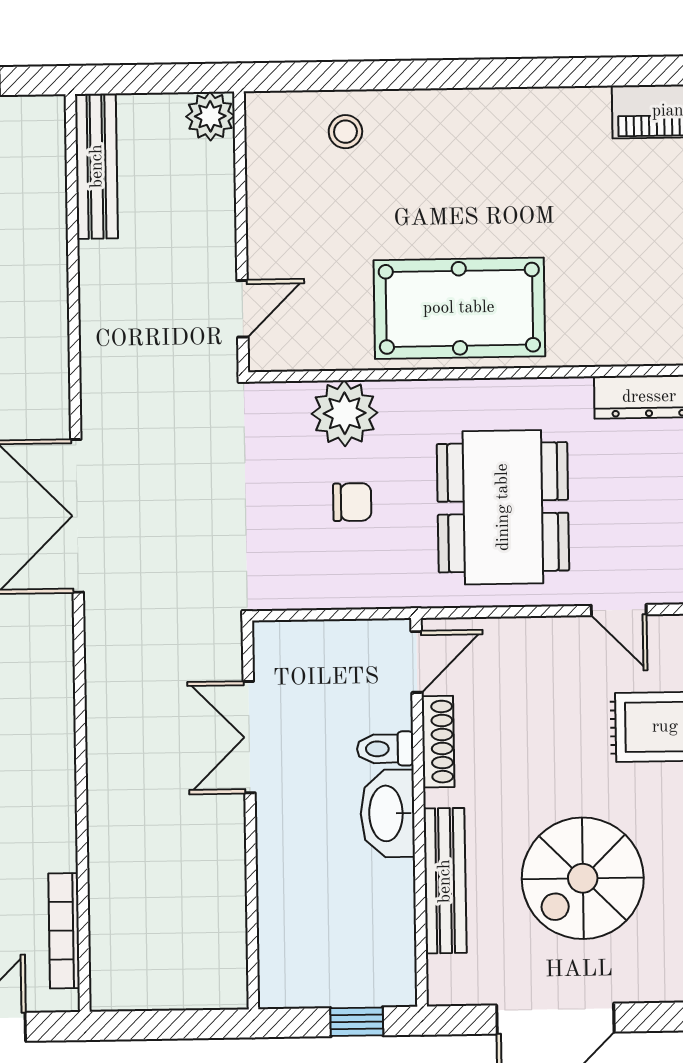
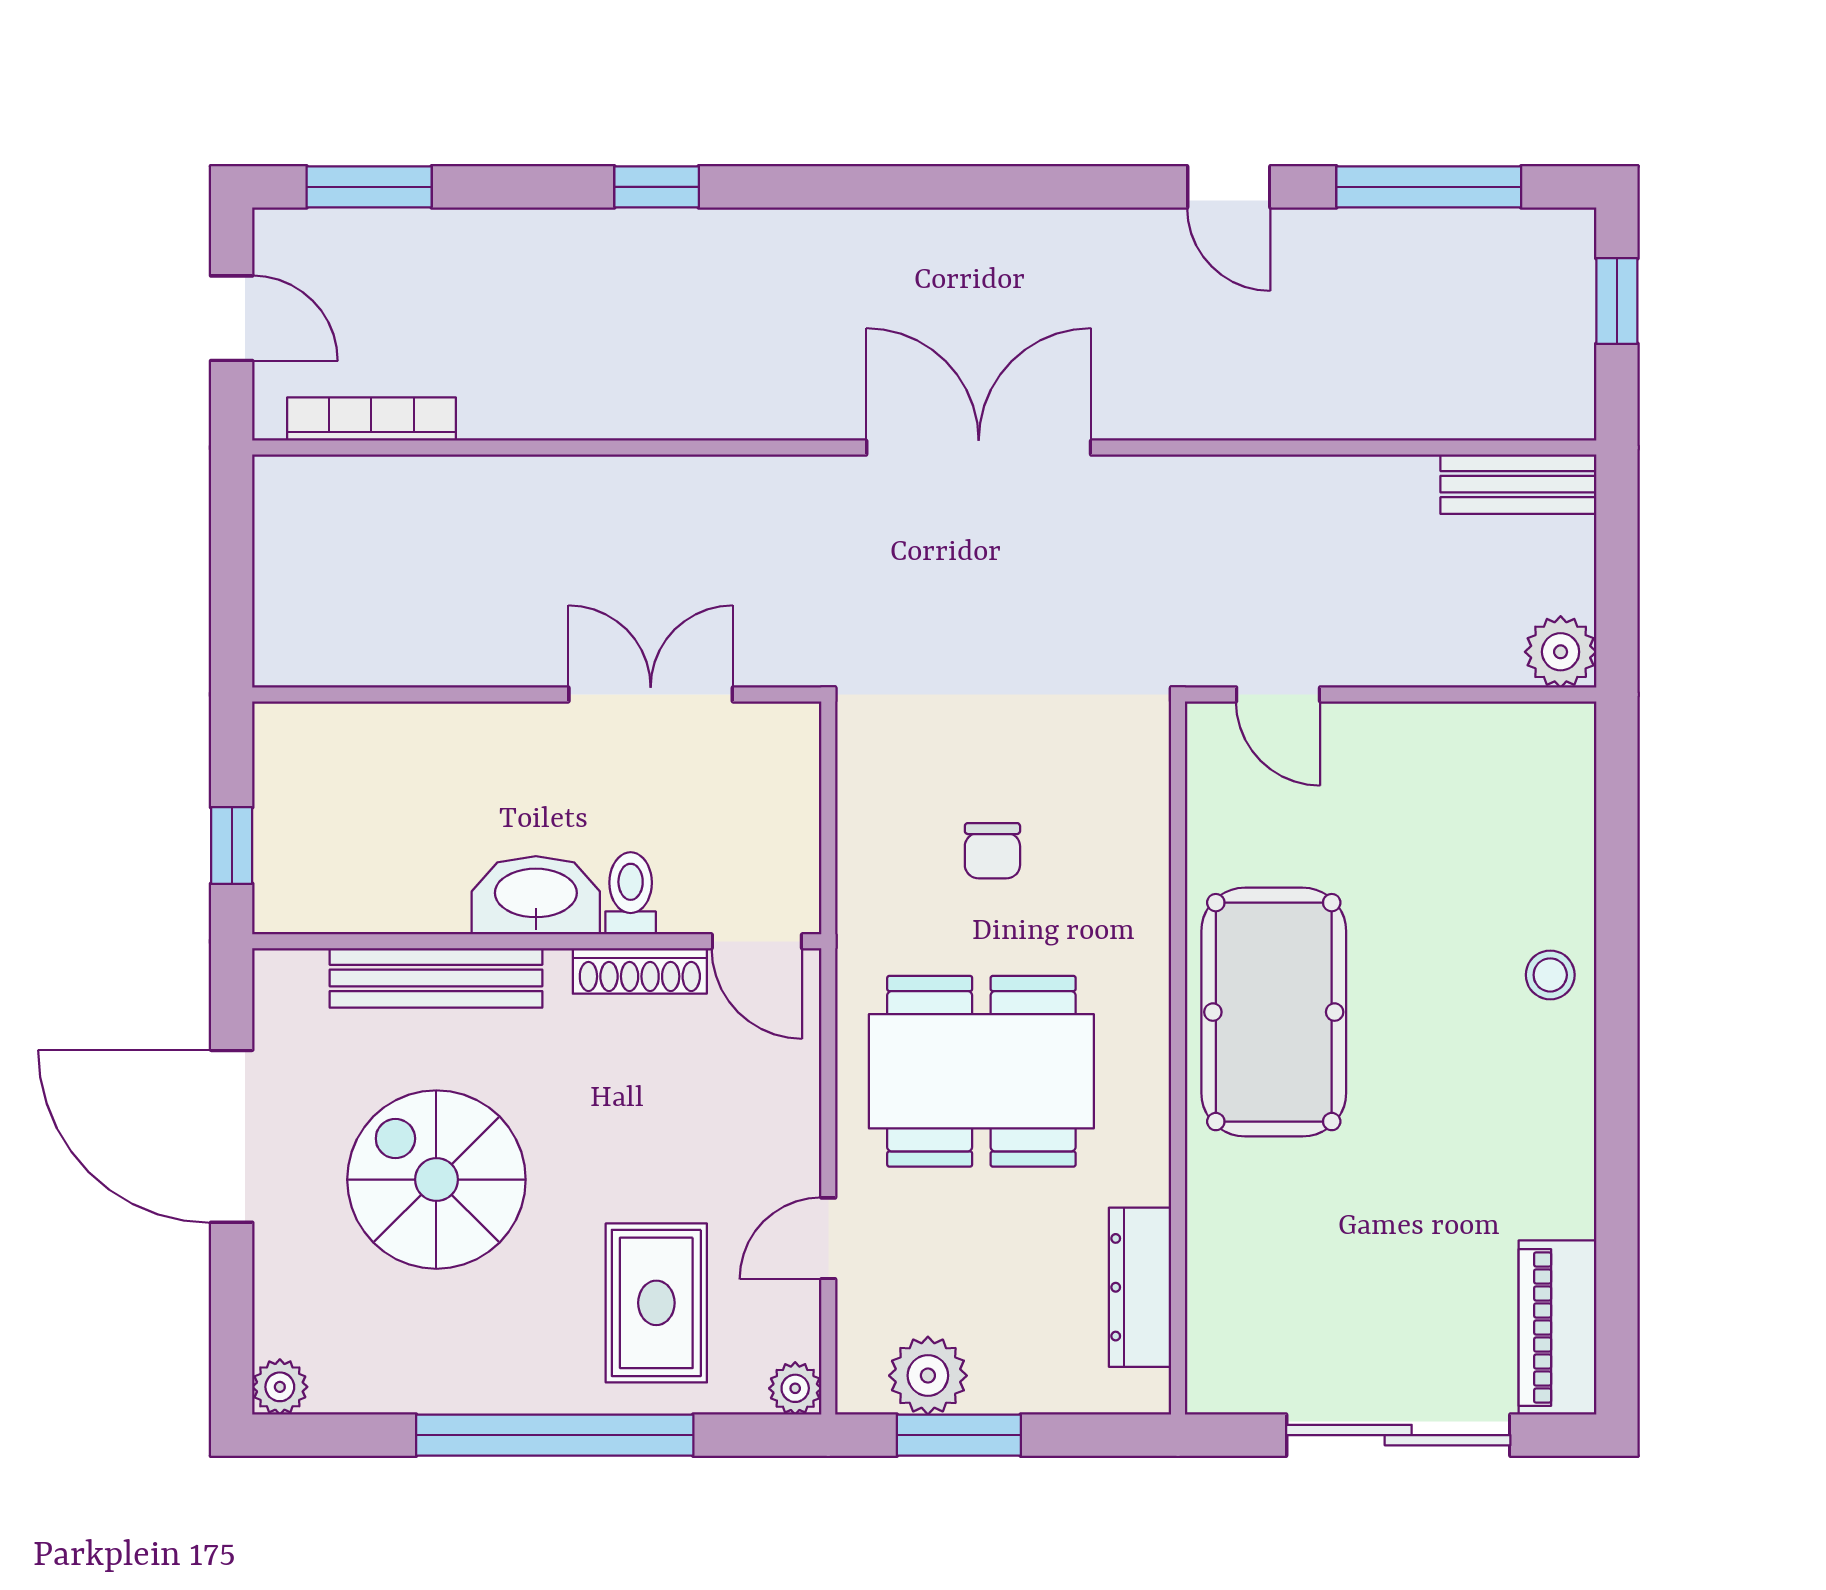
stool: (345, 132) -> (1550, 975), moved
bench: (97, 166) -> (1518, 484), width x0.73
plant: (345, 413) -> (1123, 842), removed

